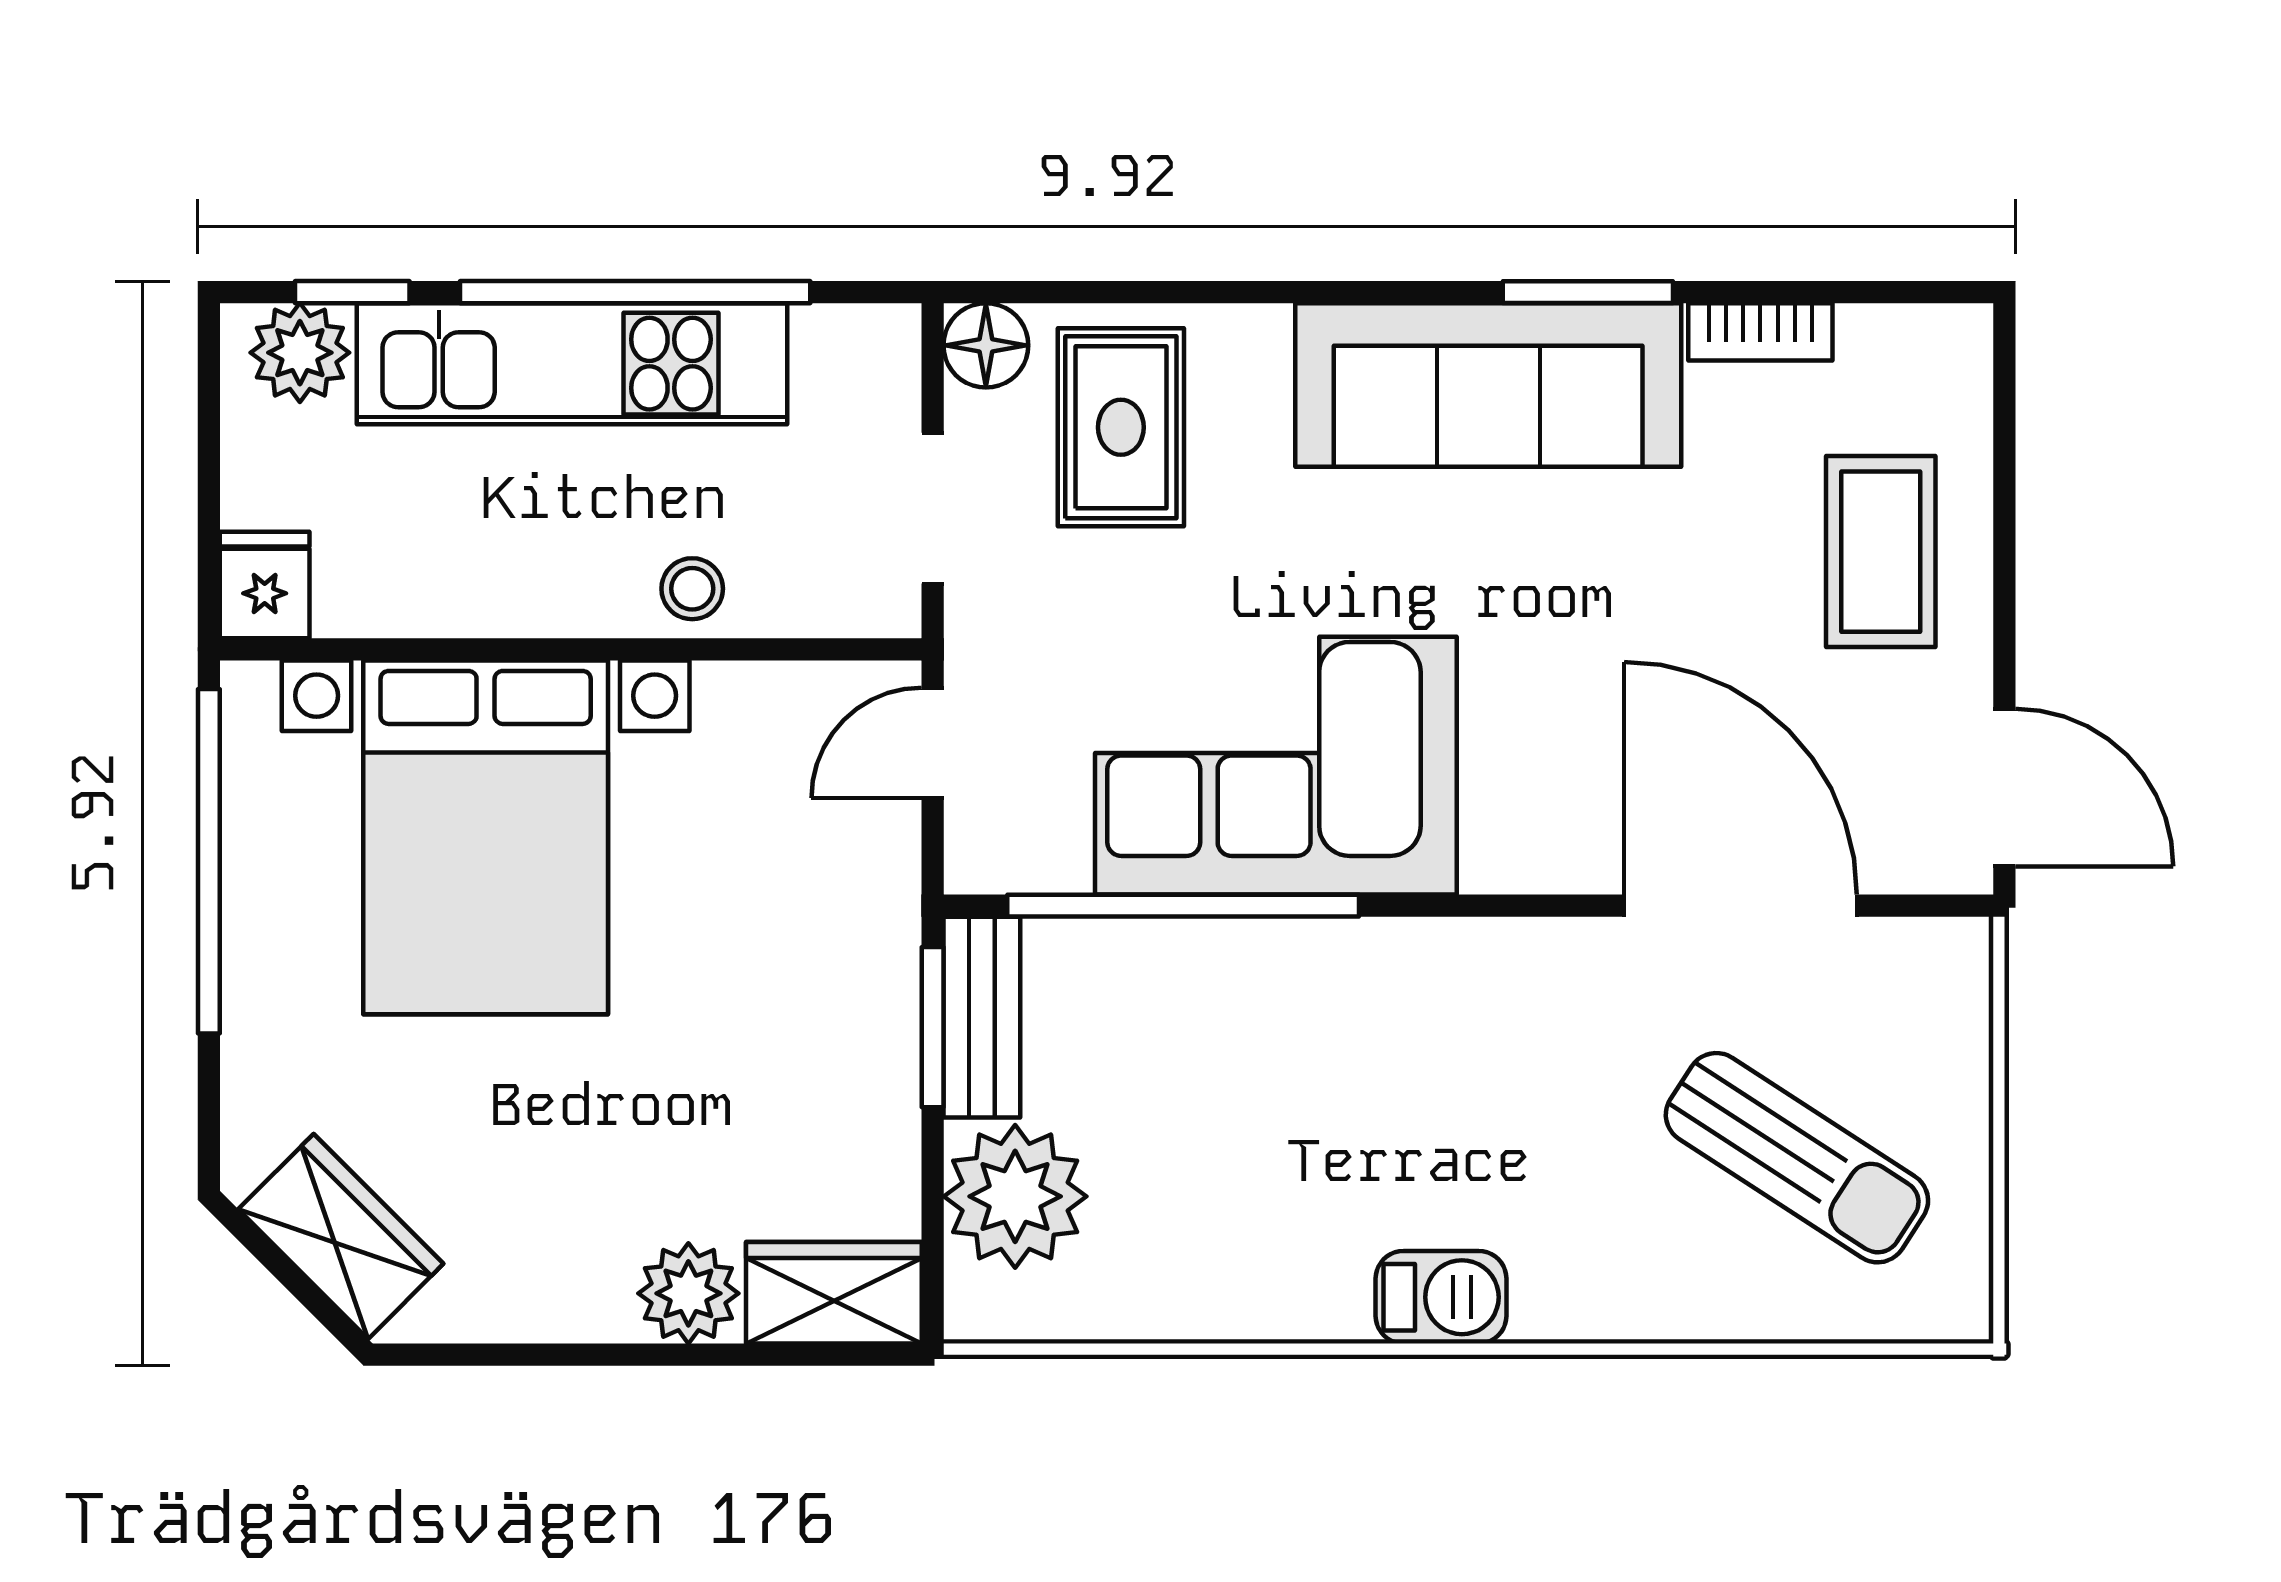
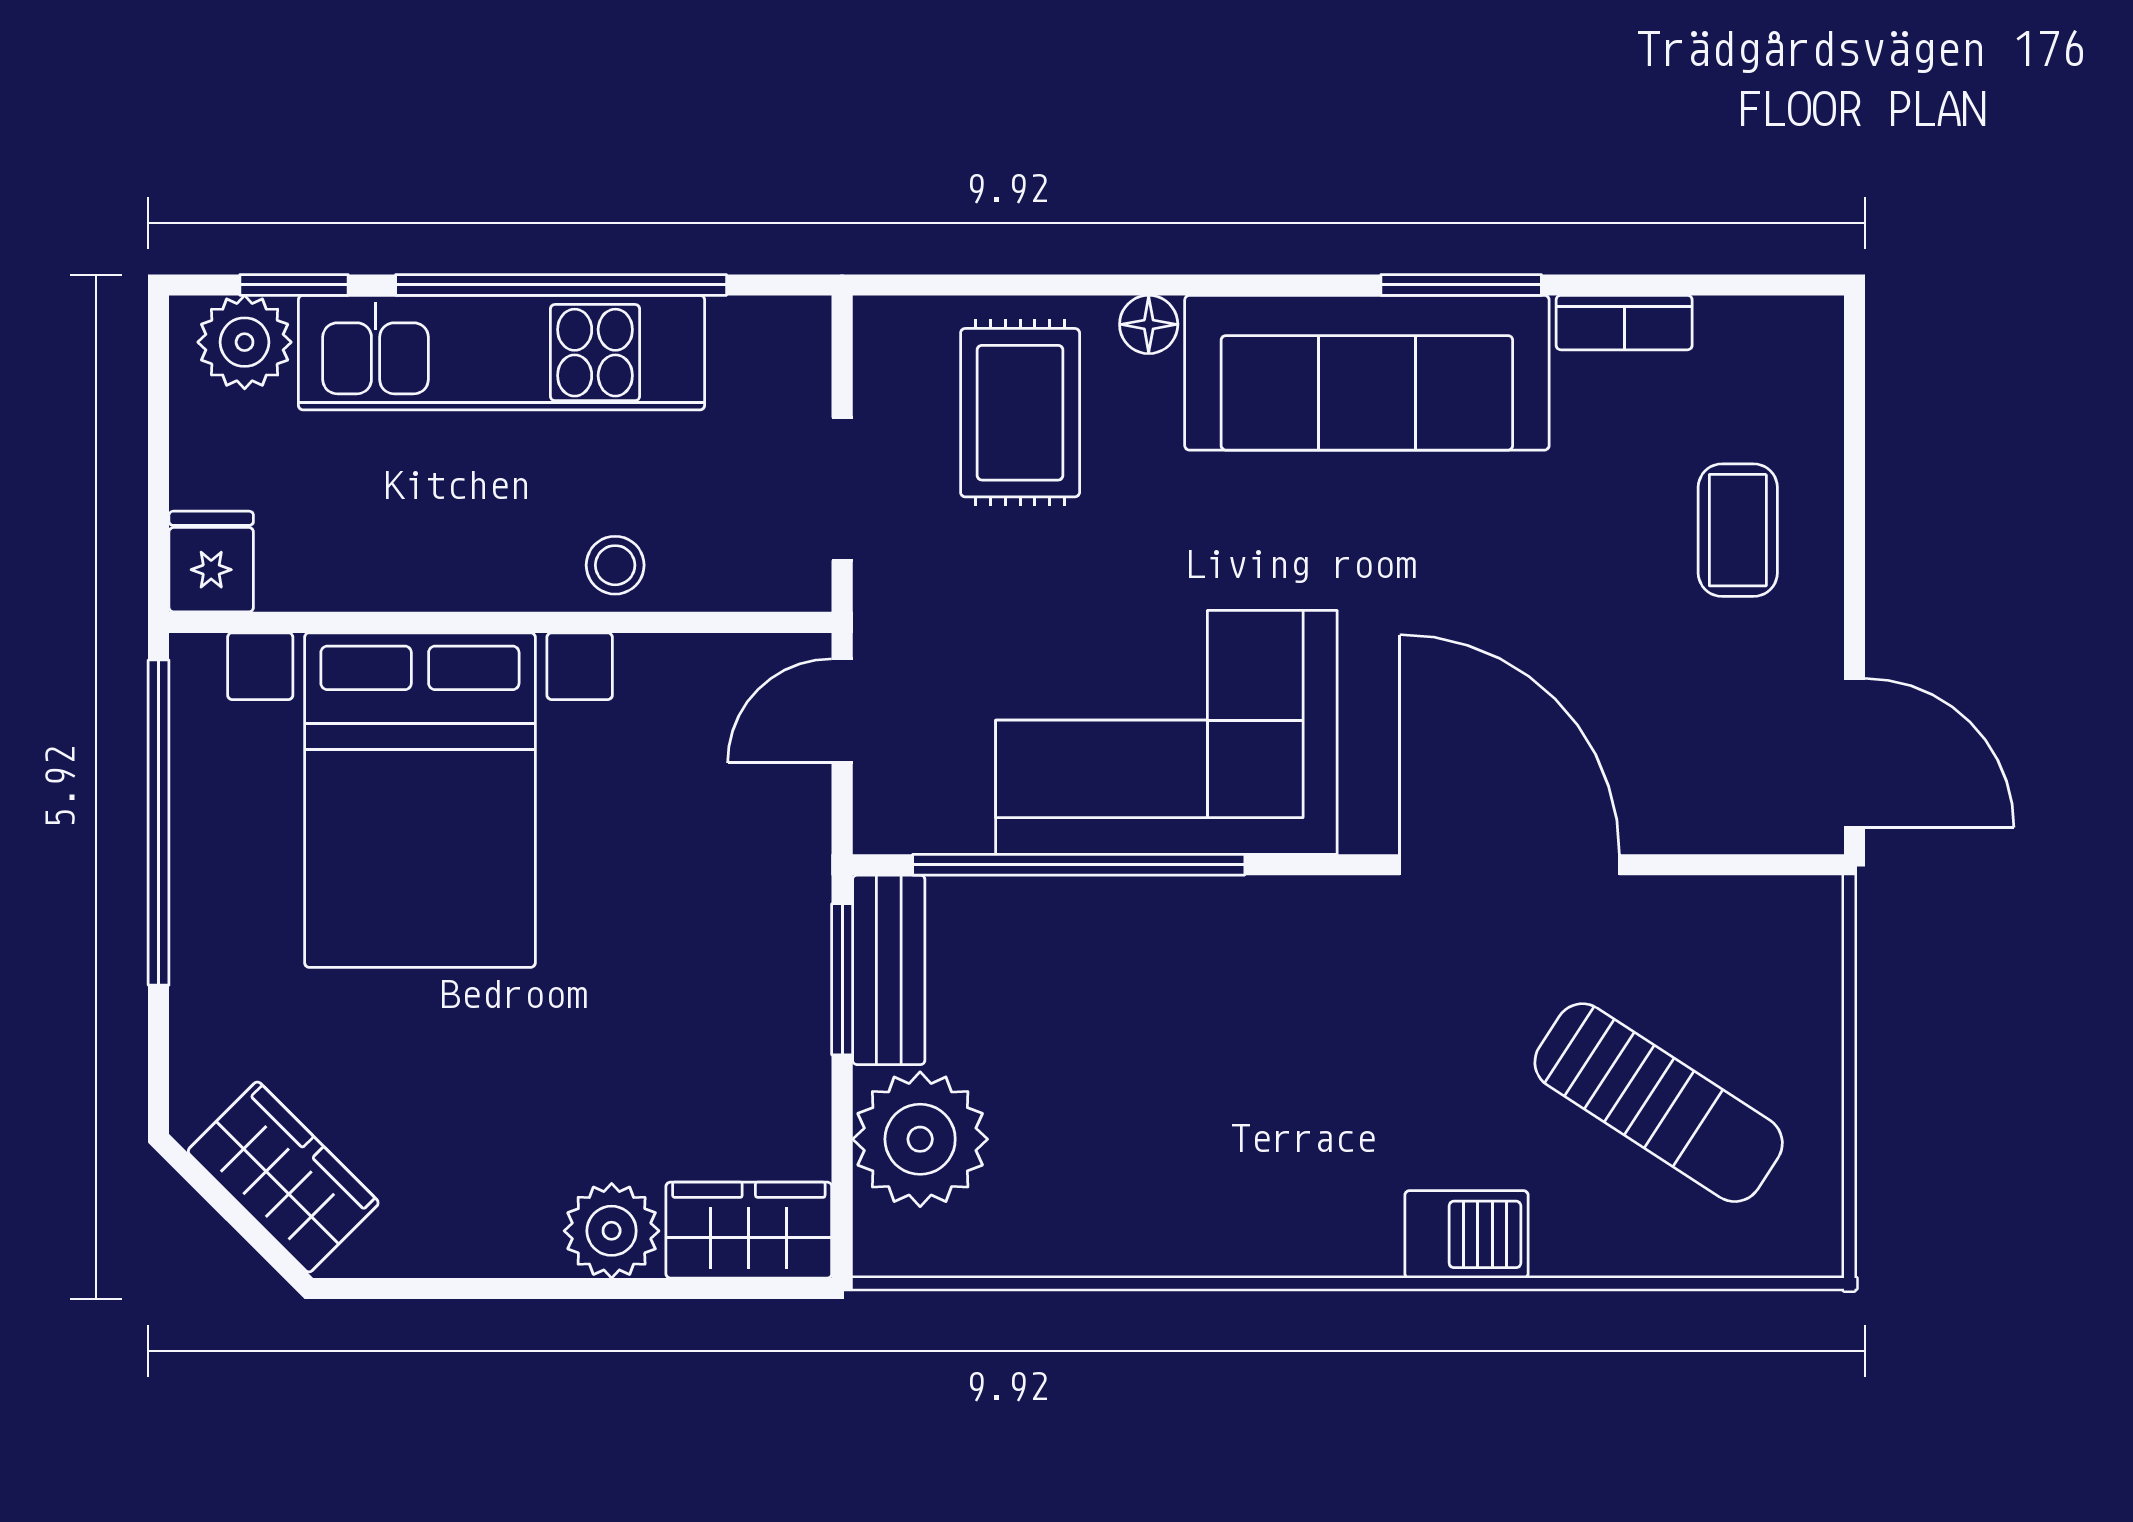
floor lamp: (986, 345) -> (1149, 324), moved, width x0.73, depth x0.73
coffee table: (1881, 552) -> (1738, 530), width x0.73, depth x0.77
door: (1741, 906) -> (1510, 865), moved
barbecue: (1441, 1297) -> (1466, 1234), moved

